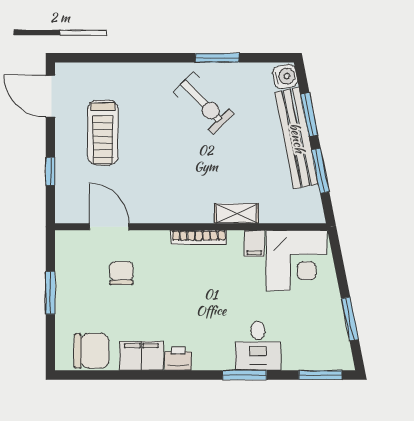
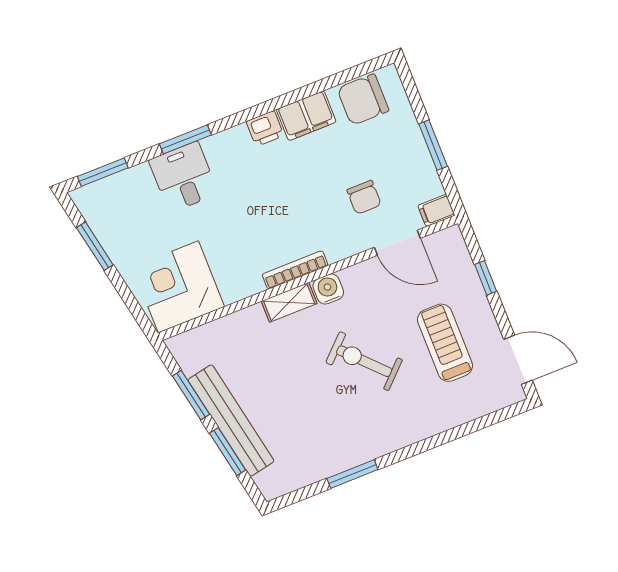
water cooler: (285, 76) -> (328, 289), moved, turned 101
exercise bike: (203, 103) -> (364, 361), moved
shelving: (236, 214) -> (289, 302), moved
filing cabinet: (254, 243) -> (436, 210), moved, turned -90

